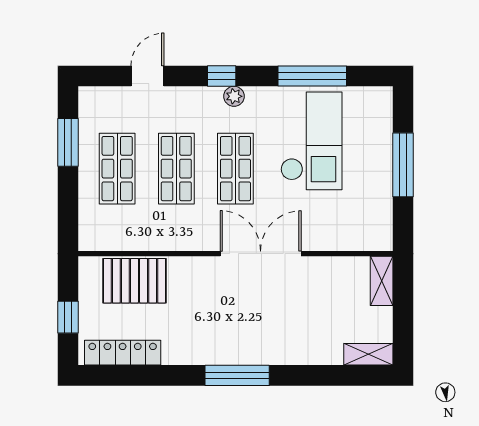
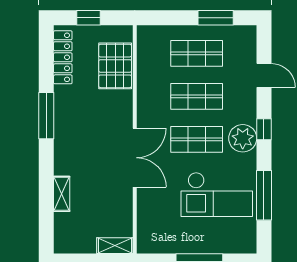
plant: (234, 96) -> (243, 138), width x1.87, depth x1.87
shelving: (368, 354) -> (62, 194), moved
window: (237, 375) -> (46, 116), moved

